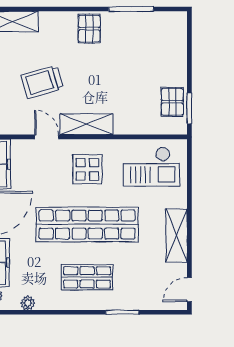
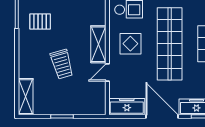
pallet: (89, 29) -> (40, 22), moved
trolley: (42, 82) -> (62, 64), moved

